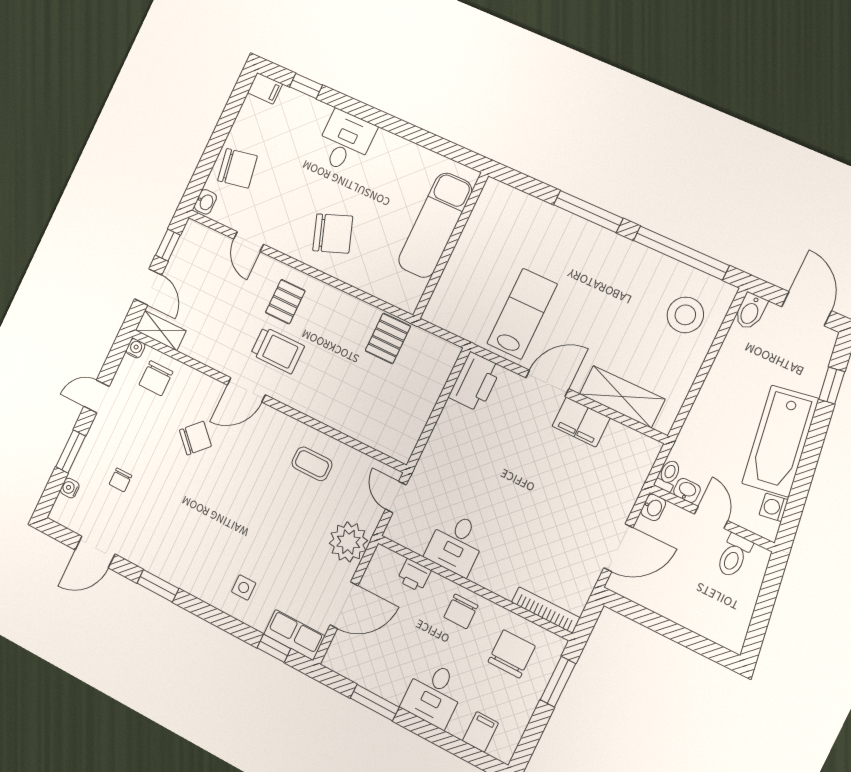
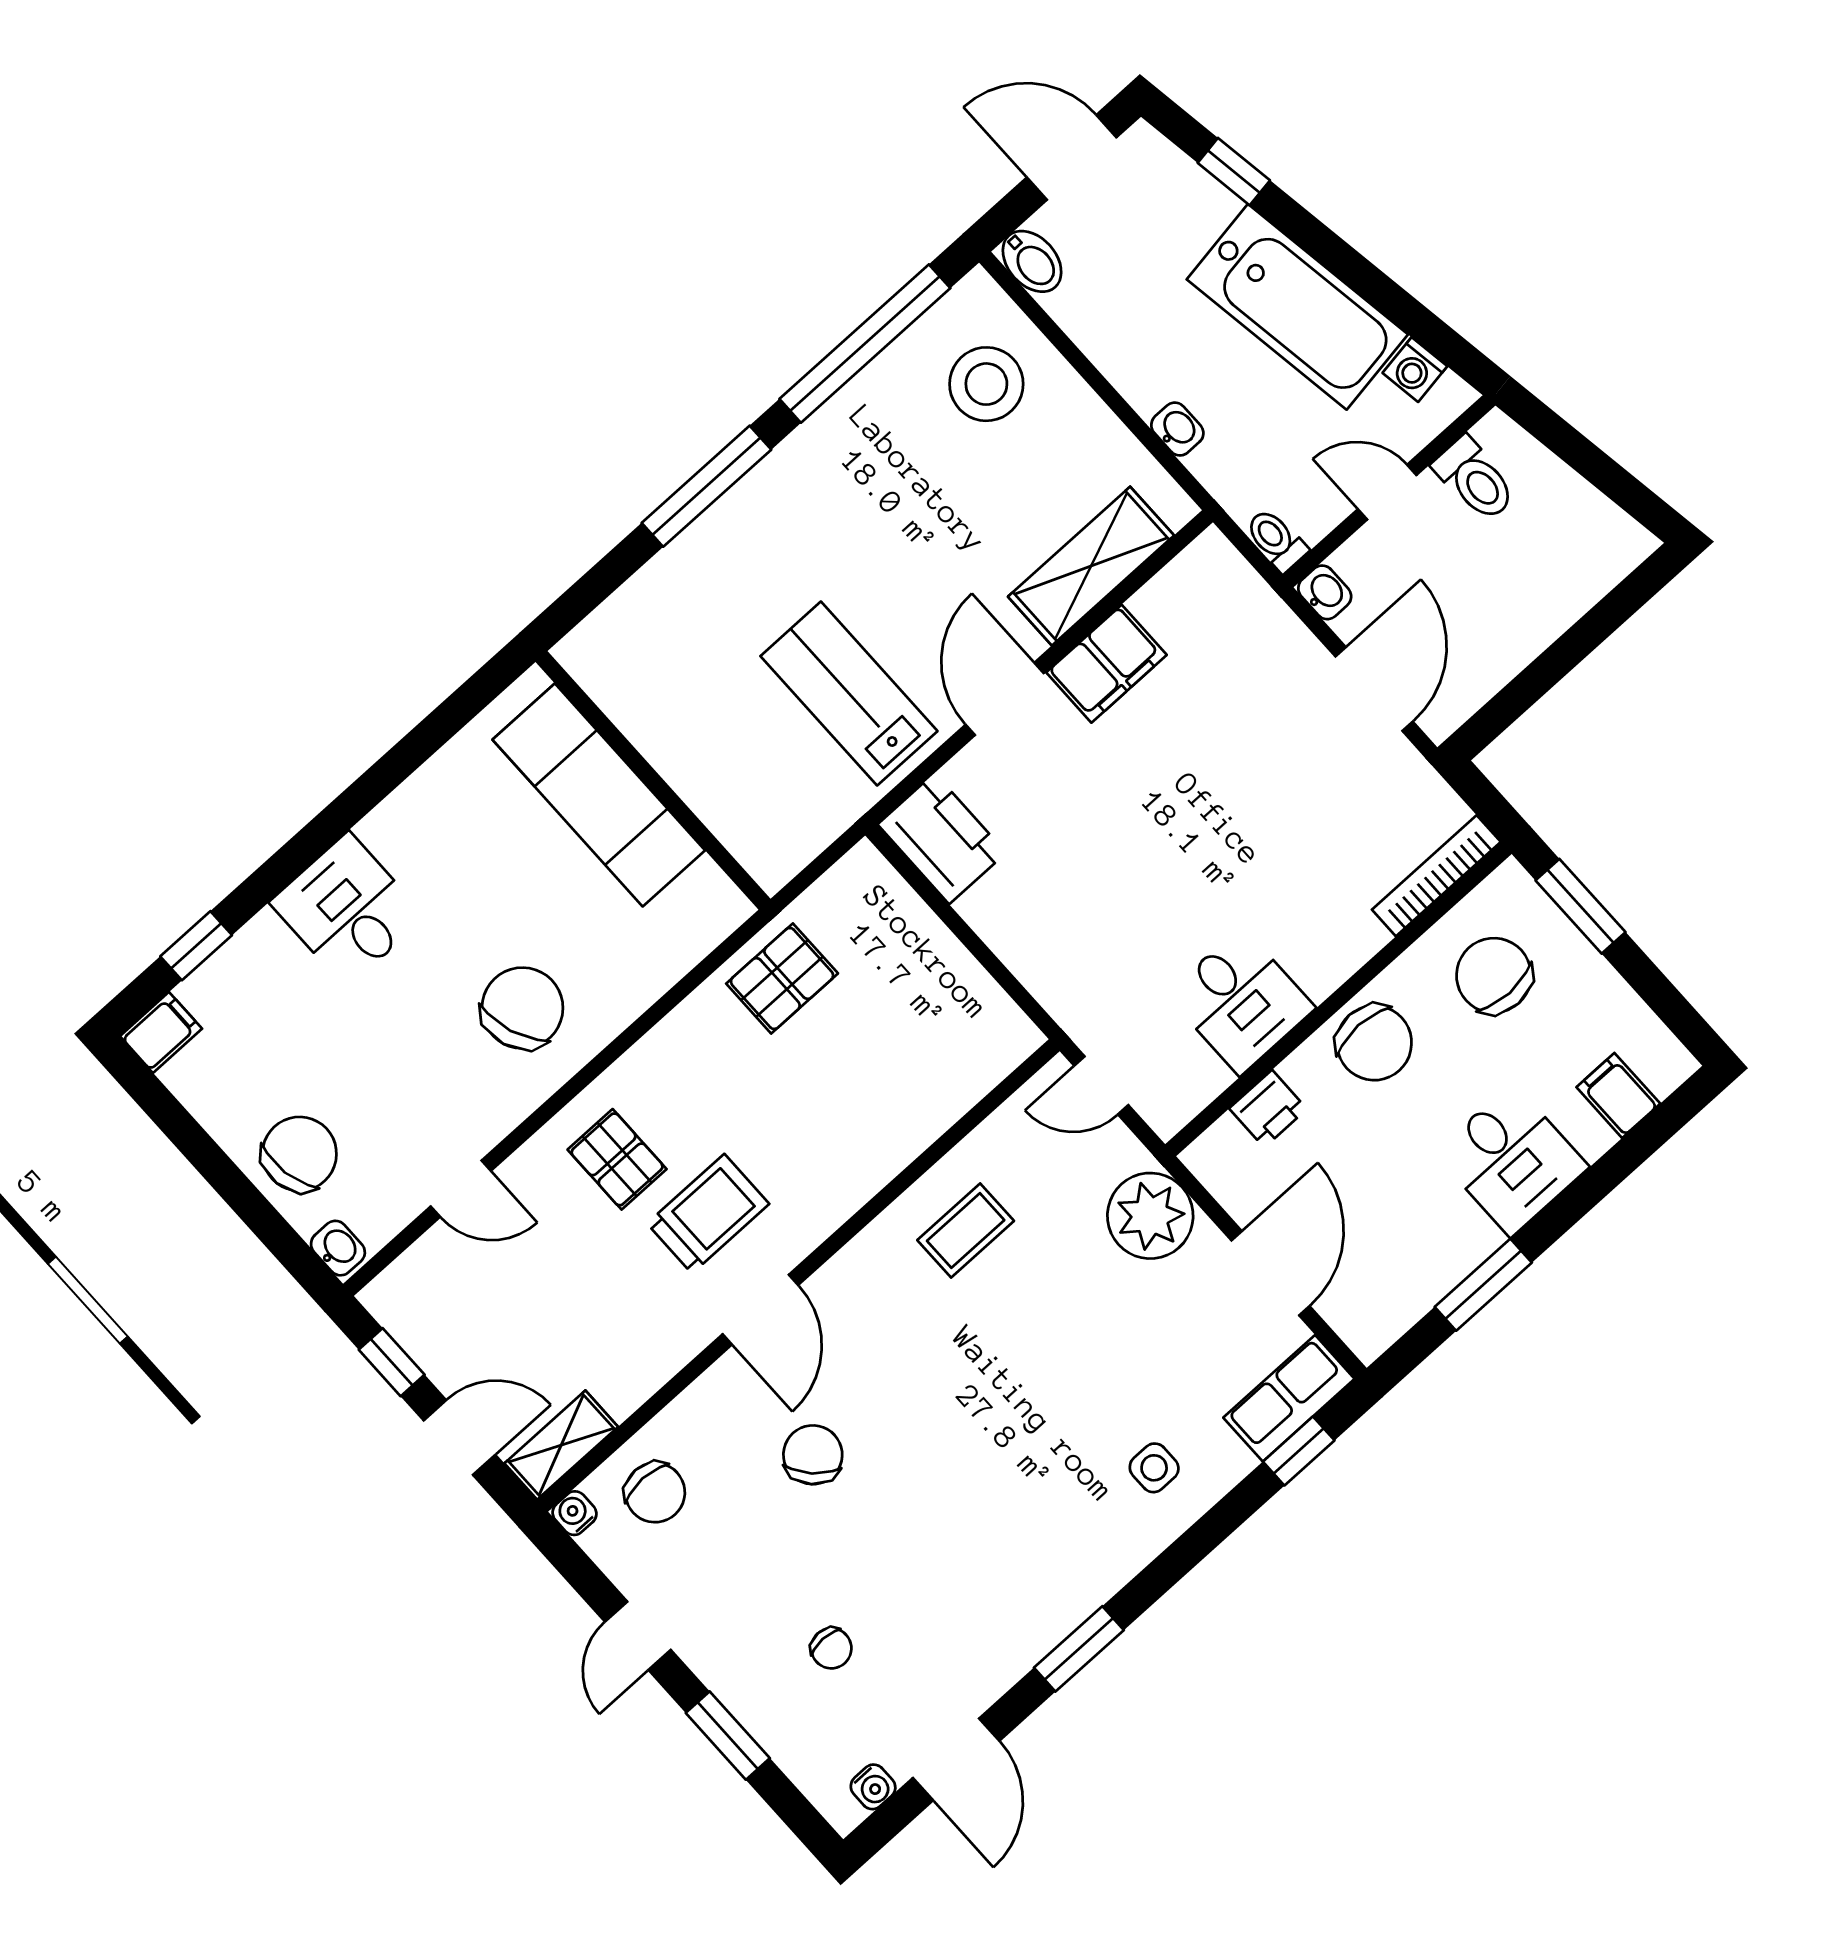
pallet: (388, 338) -> (782, 978), turned 90
water cooler: (70, 488) -> (873, 1787), moved, turned -90
washbasin: (687, 490) -> (1177, 429), moved, turned 90
chair: (461, 611) -> (1374, 1043), width x1.37, depth x1.37

